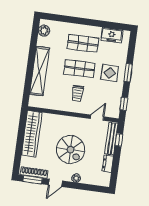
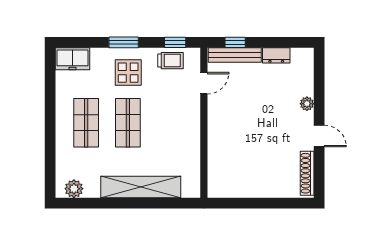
freezer: (112, 35) -> (73, 59), moved, turned 90
trolley: (77, 93) -> (170, 61), moved
door: (97, 118) -> (204, 83), swing flipped
wardrobe: (32, 134) -> (245, 186), removed
spiral stairs: (71, 150) -> (262, 119), removed
window: (33, 180) -> (319, 174), removed

